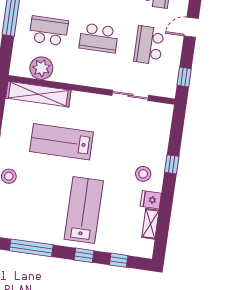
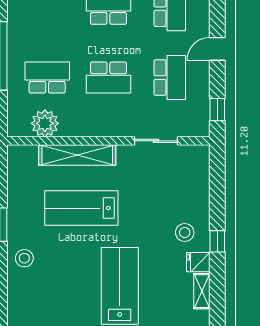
school desk: (149, 45) -> (170, 78), turned 180
shelving: (38, 94) -> (77, 155), moved
window: (172, 164) -> (217, 241), moved

